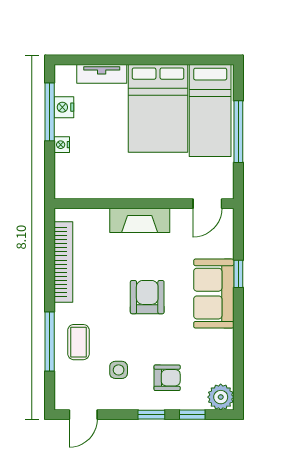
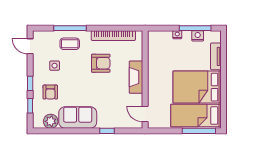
window: (238, 132) -> (199, 131), moved
sofa: (214, 294) -> (78, 117), moved
armchair: (147, 297) -> (101, 63), moved
plant: (221, 397) -> (51, 121), moved

